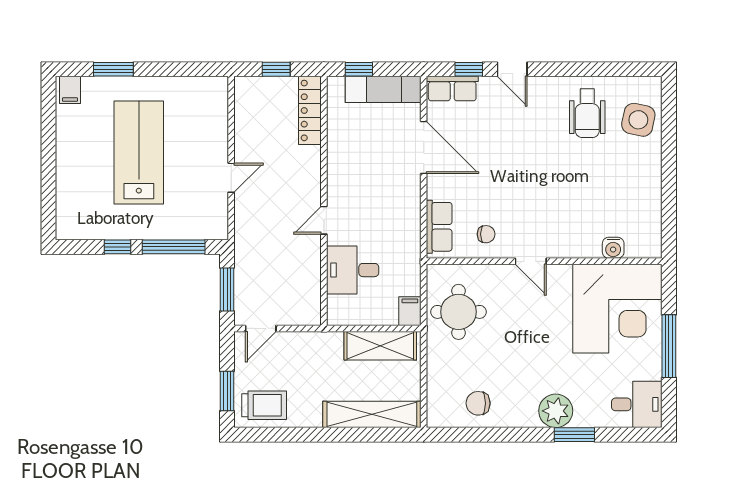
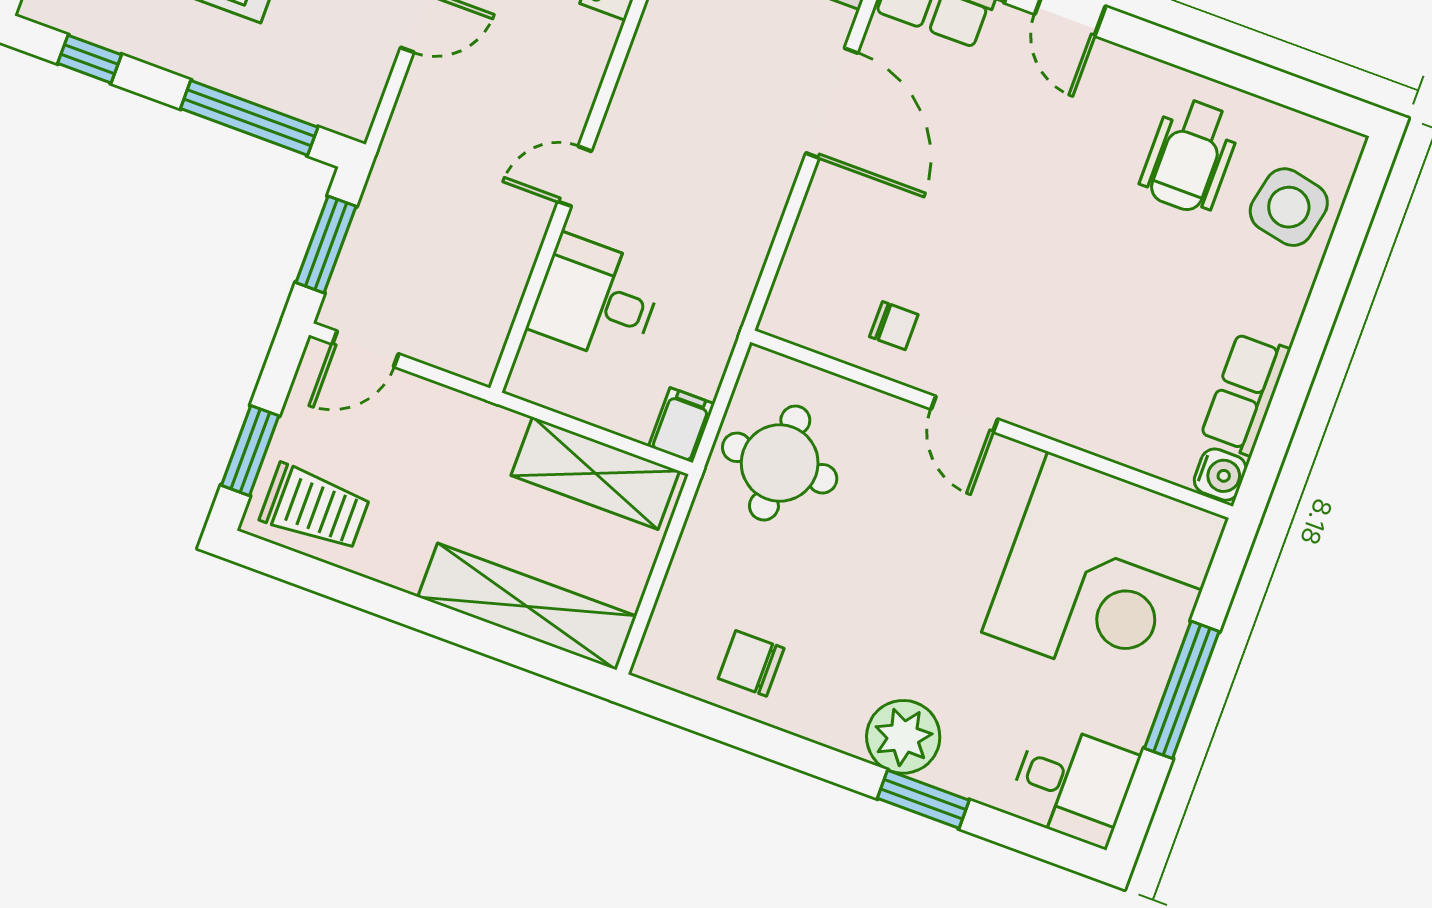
row of seats: (439, 227) -> (1245, 393), moved, turned 180
window: (117, 247) -> (90, 59), moved
water cooler: (613, 248) -> (1220, 475), moved, turned -90

